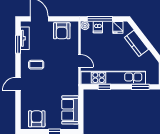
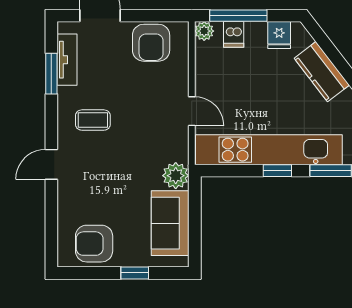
window: (104, 87) -> (277, 171), moved
plant: (72, 89) -> (176, 176), added
armchair: (37, 119) -> (94, 244), turned -90

